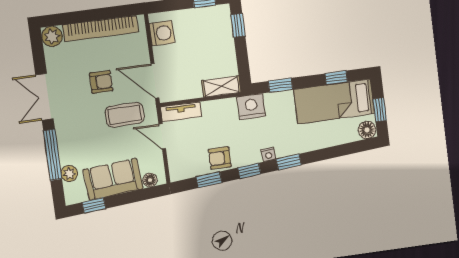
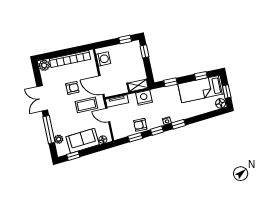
nightstand: (251, 107) -> (144, 98), moved

